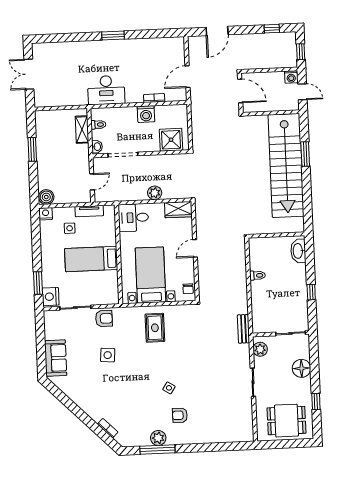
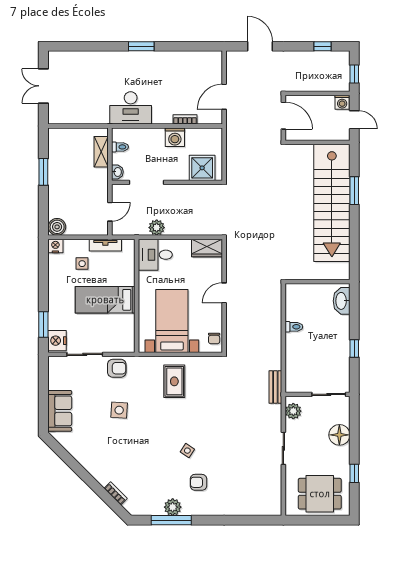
door: (217, 31) -> (260, 46), swing flipped
plant: (155, 193) -> (157, 228), moved

